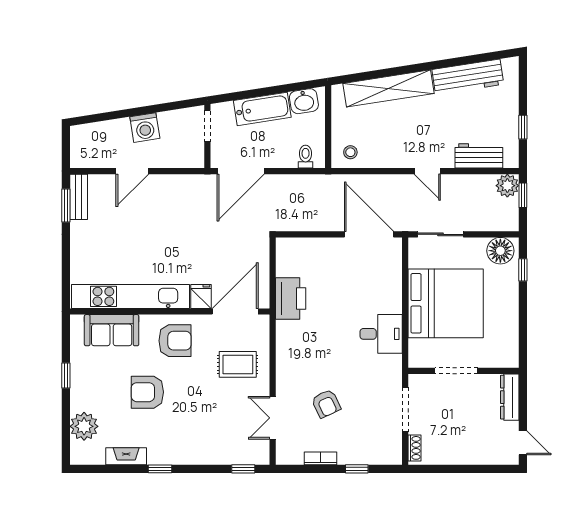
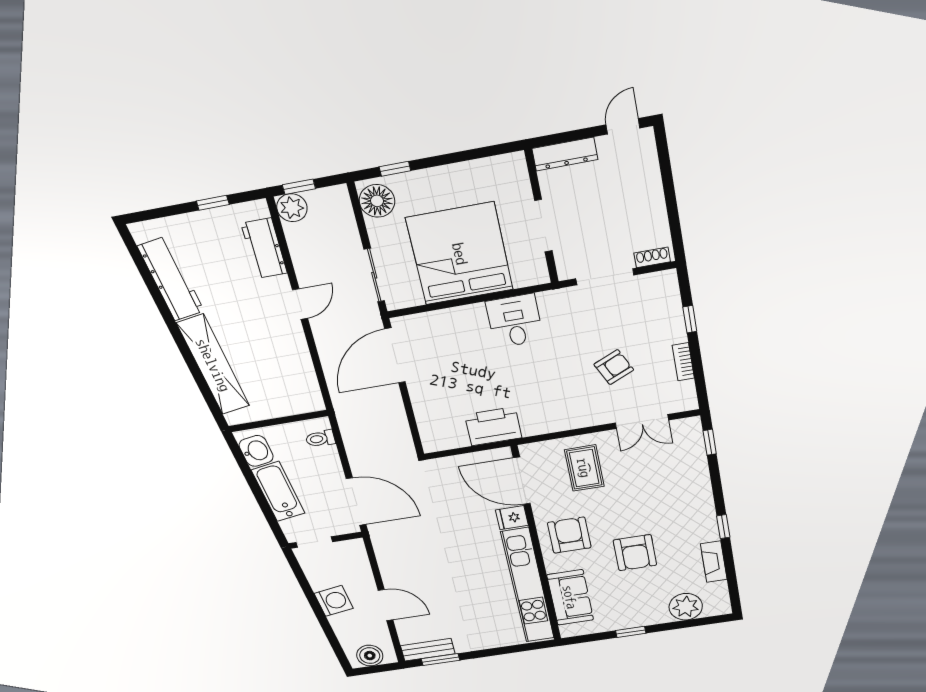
boiler: (81, 145) -> (370, 656), added
stool: (350, 152) -> (302, 392), removed

